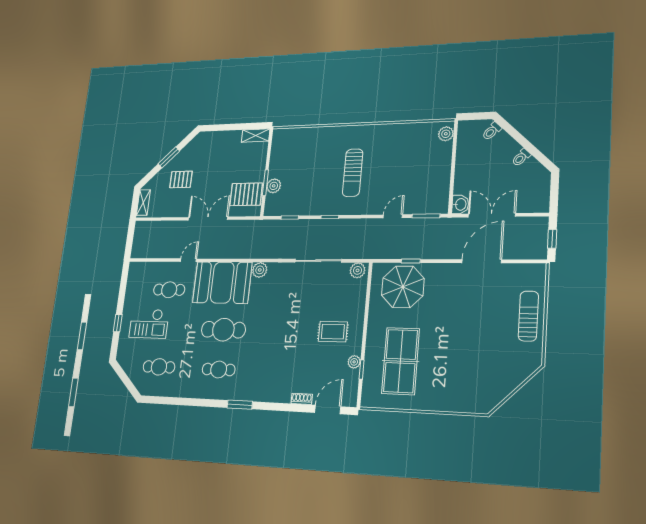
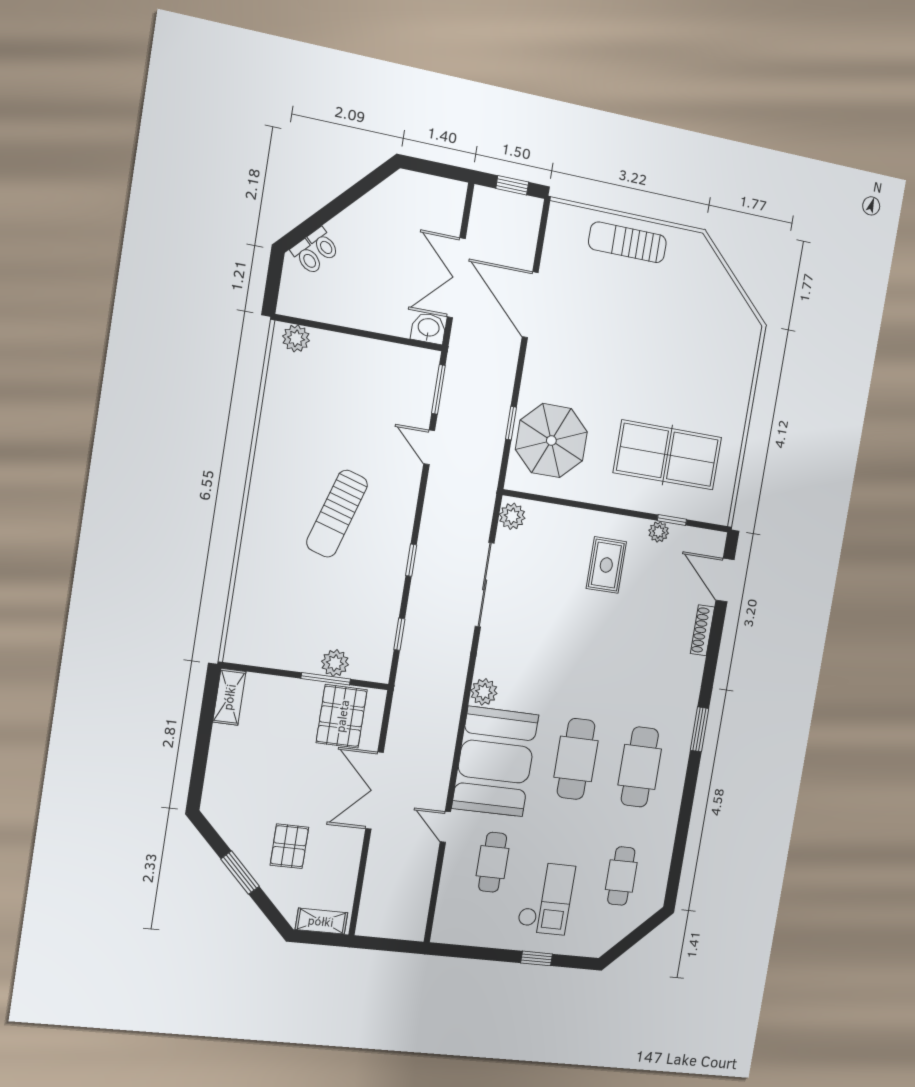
toilet: (521, 157) -> (324, 244), moved
sun lounger: (353, 173) -> (337, 514), turned 107
cafe table: (219, 369) -> (640, 767), width x1.37, depth x1.35
shoe rack: (302, 399) -> (702, 630), width x1.43

